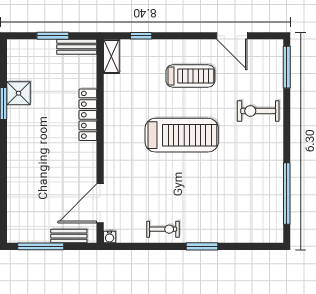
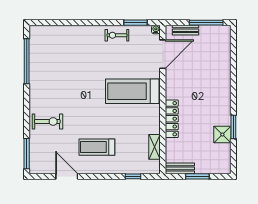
shelving: (111, 56) -> (155, 147), moved
treadmill: (182, 135) -> (132, 91), moved
window: (202, 246) -> (136, 23), moved

